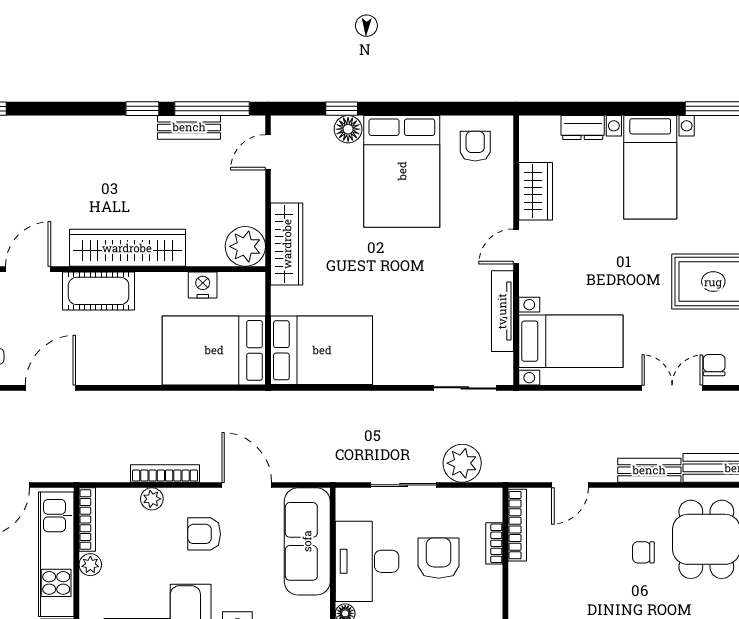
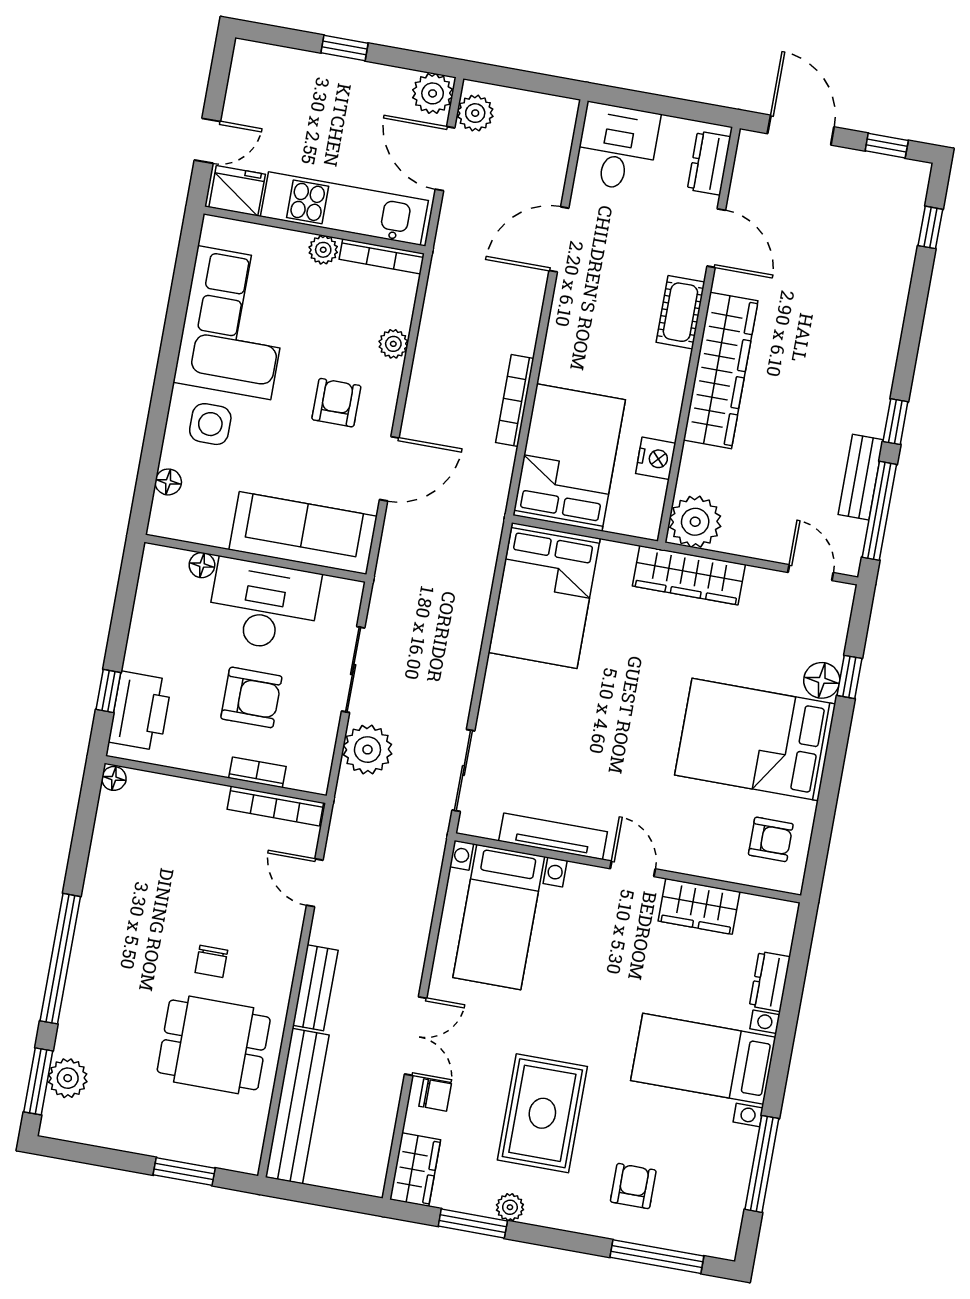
cot: (99, 291) -> (680, 312), width x0.73, depth x0.75
door: (50, 388) -> (559, 239), swing flipped
bookcase: (165, 473) -> (515, 400), moved, turned 180
chair: (643, 552) -> (211, 961), turned 180

